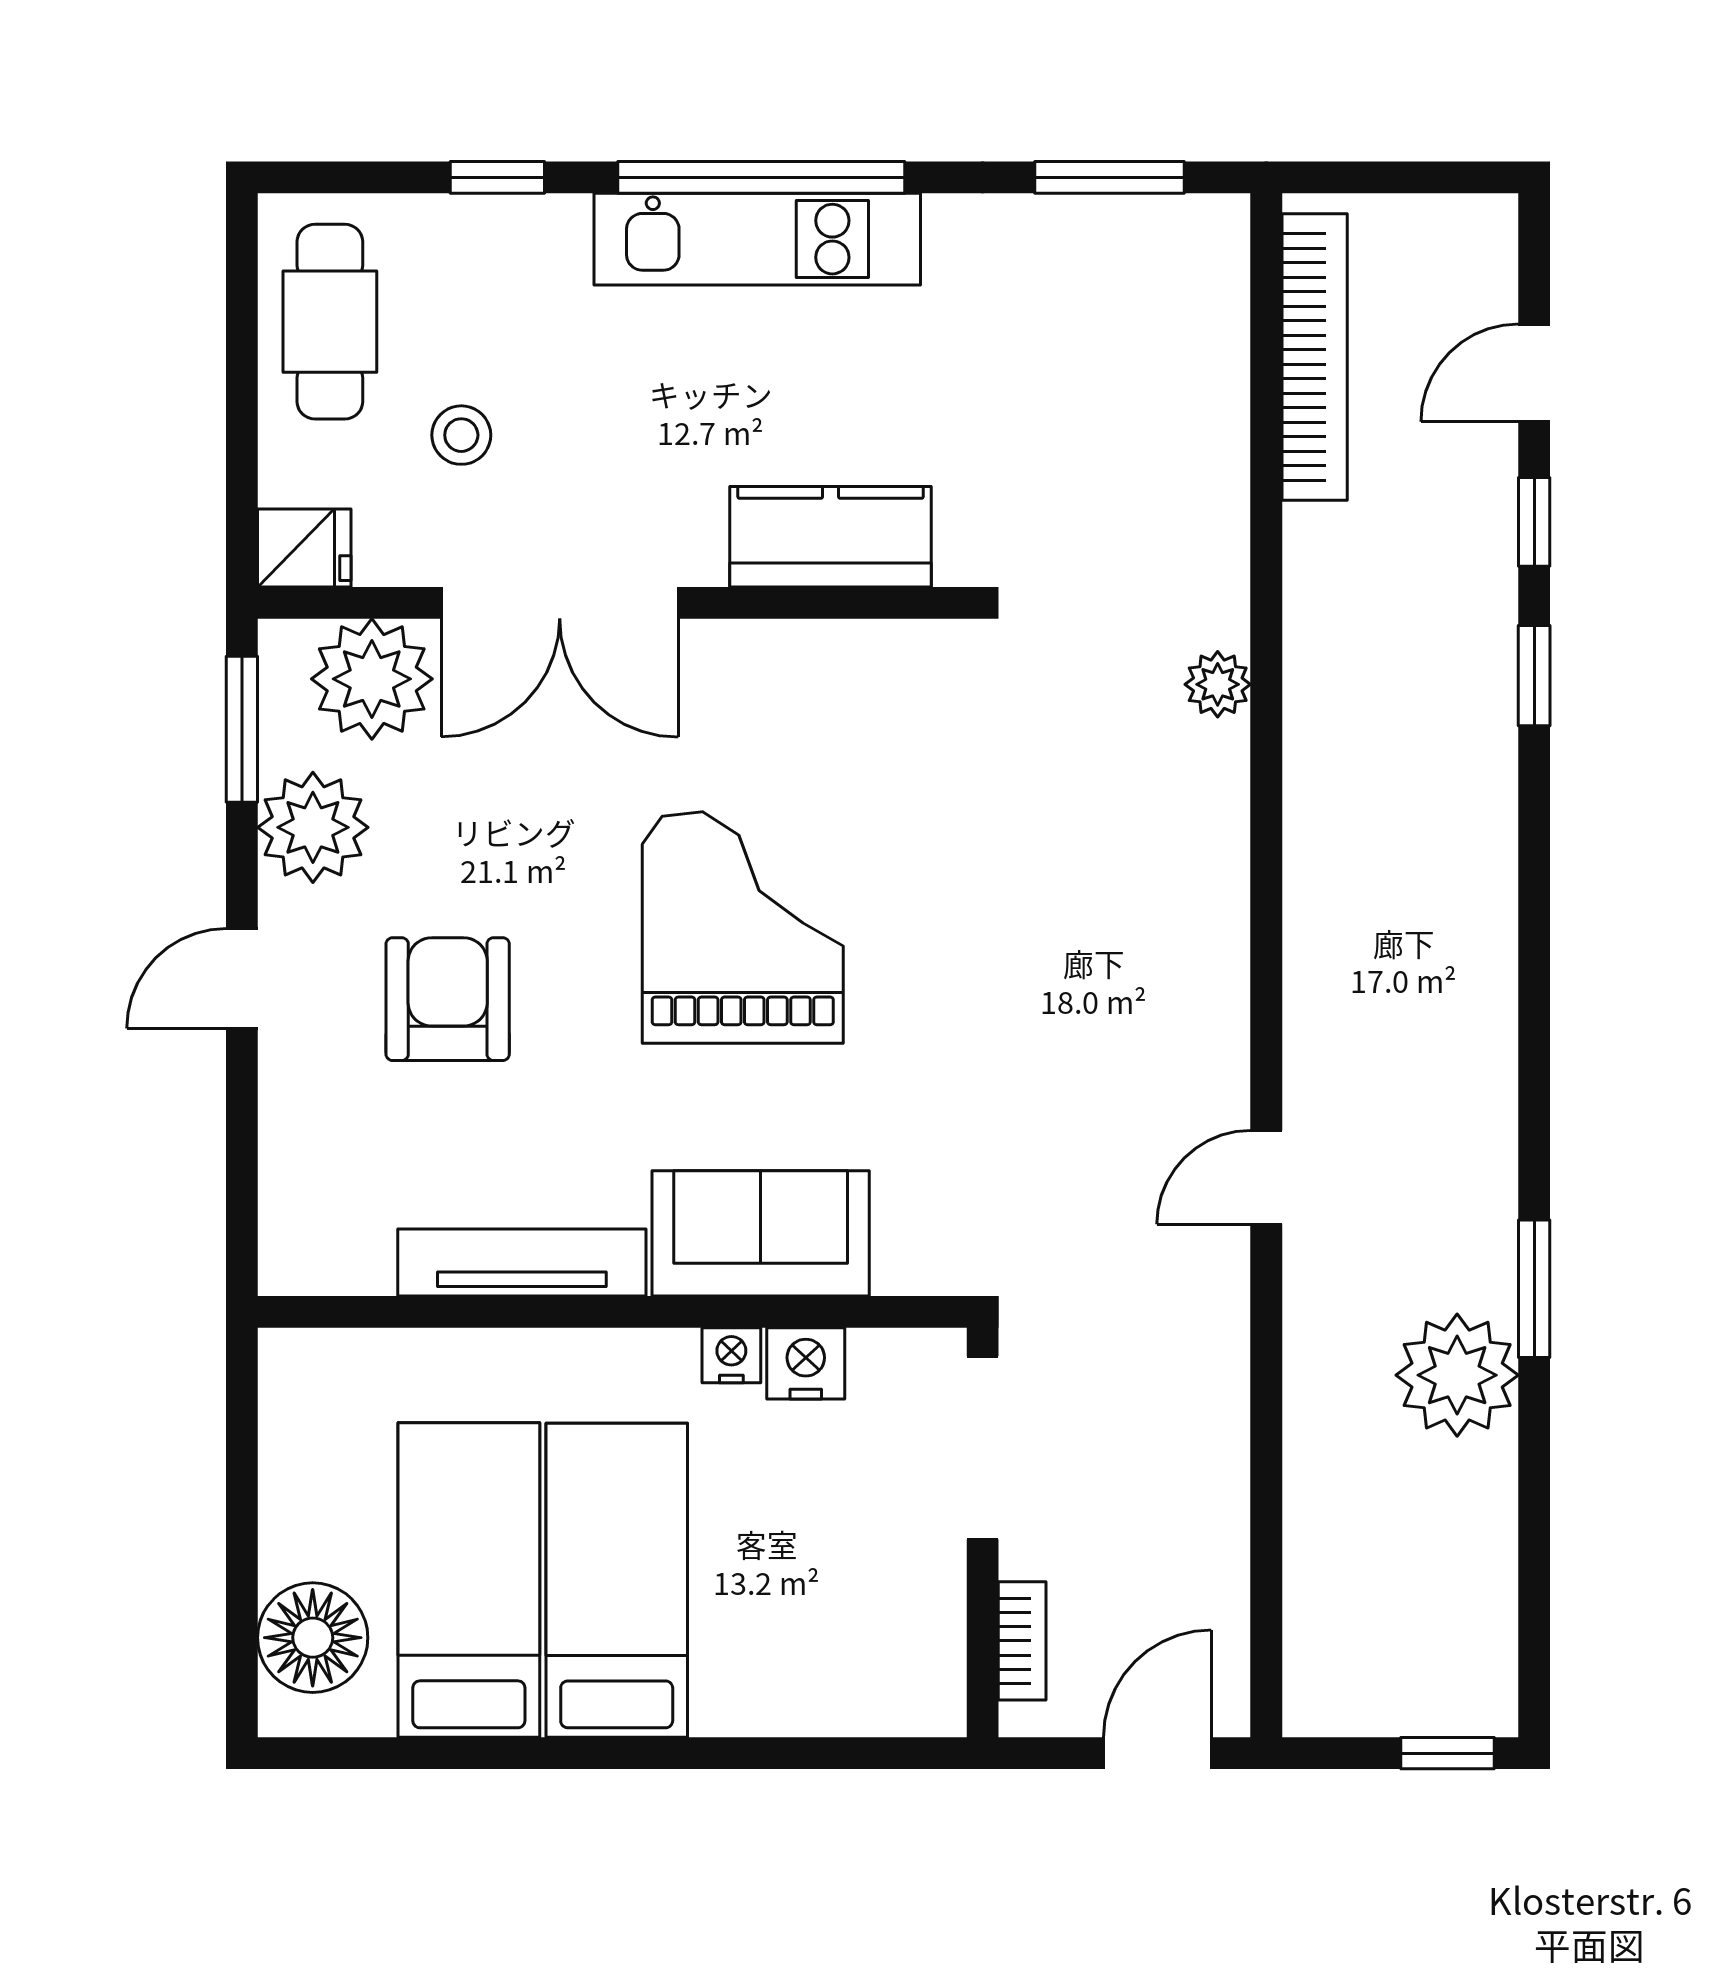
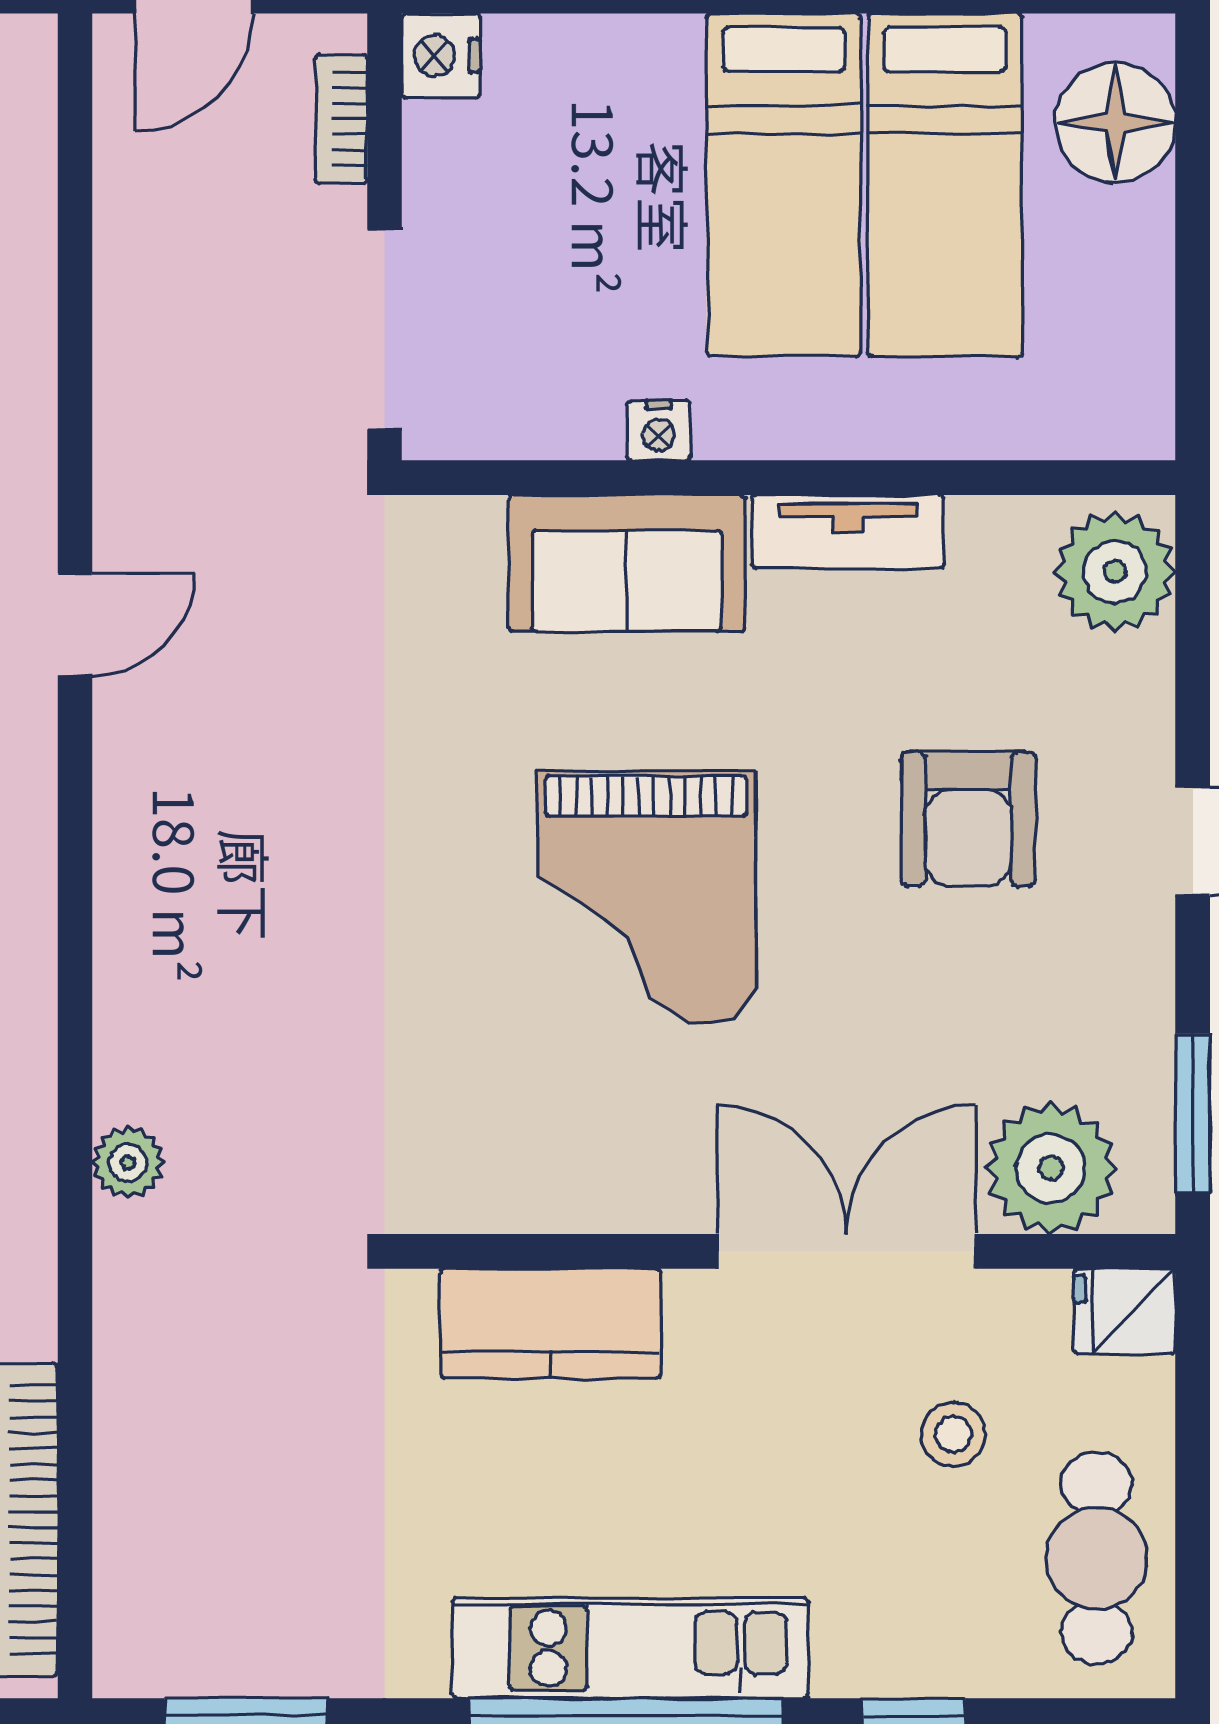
plant: (313, 827) -> (1115, 572), moved
tv unit: (522, 1263) -> (848, 531), width x0.71
nightstand: (806, 1363) -> (441, 56), moved, turned 90

